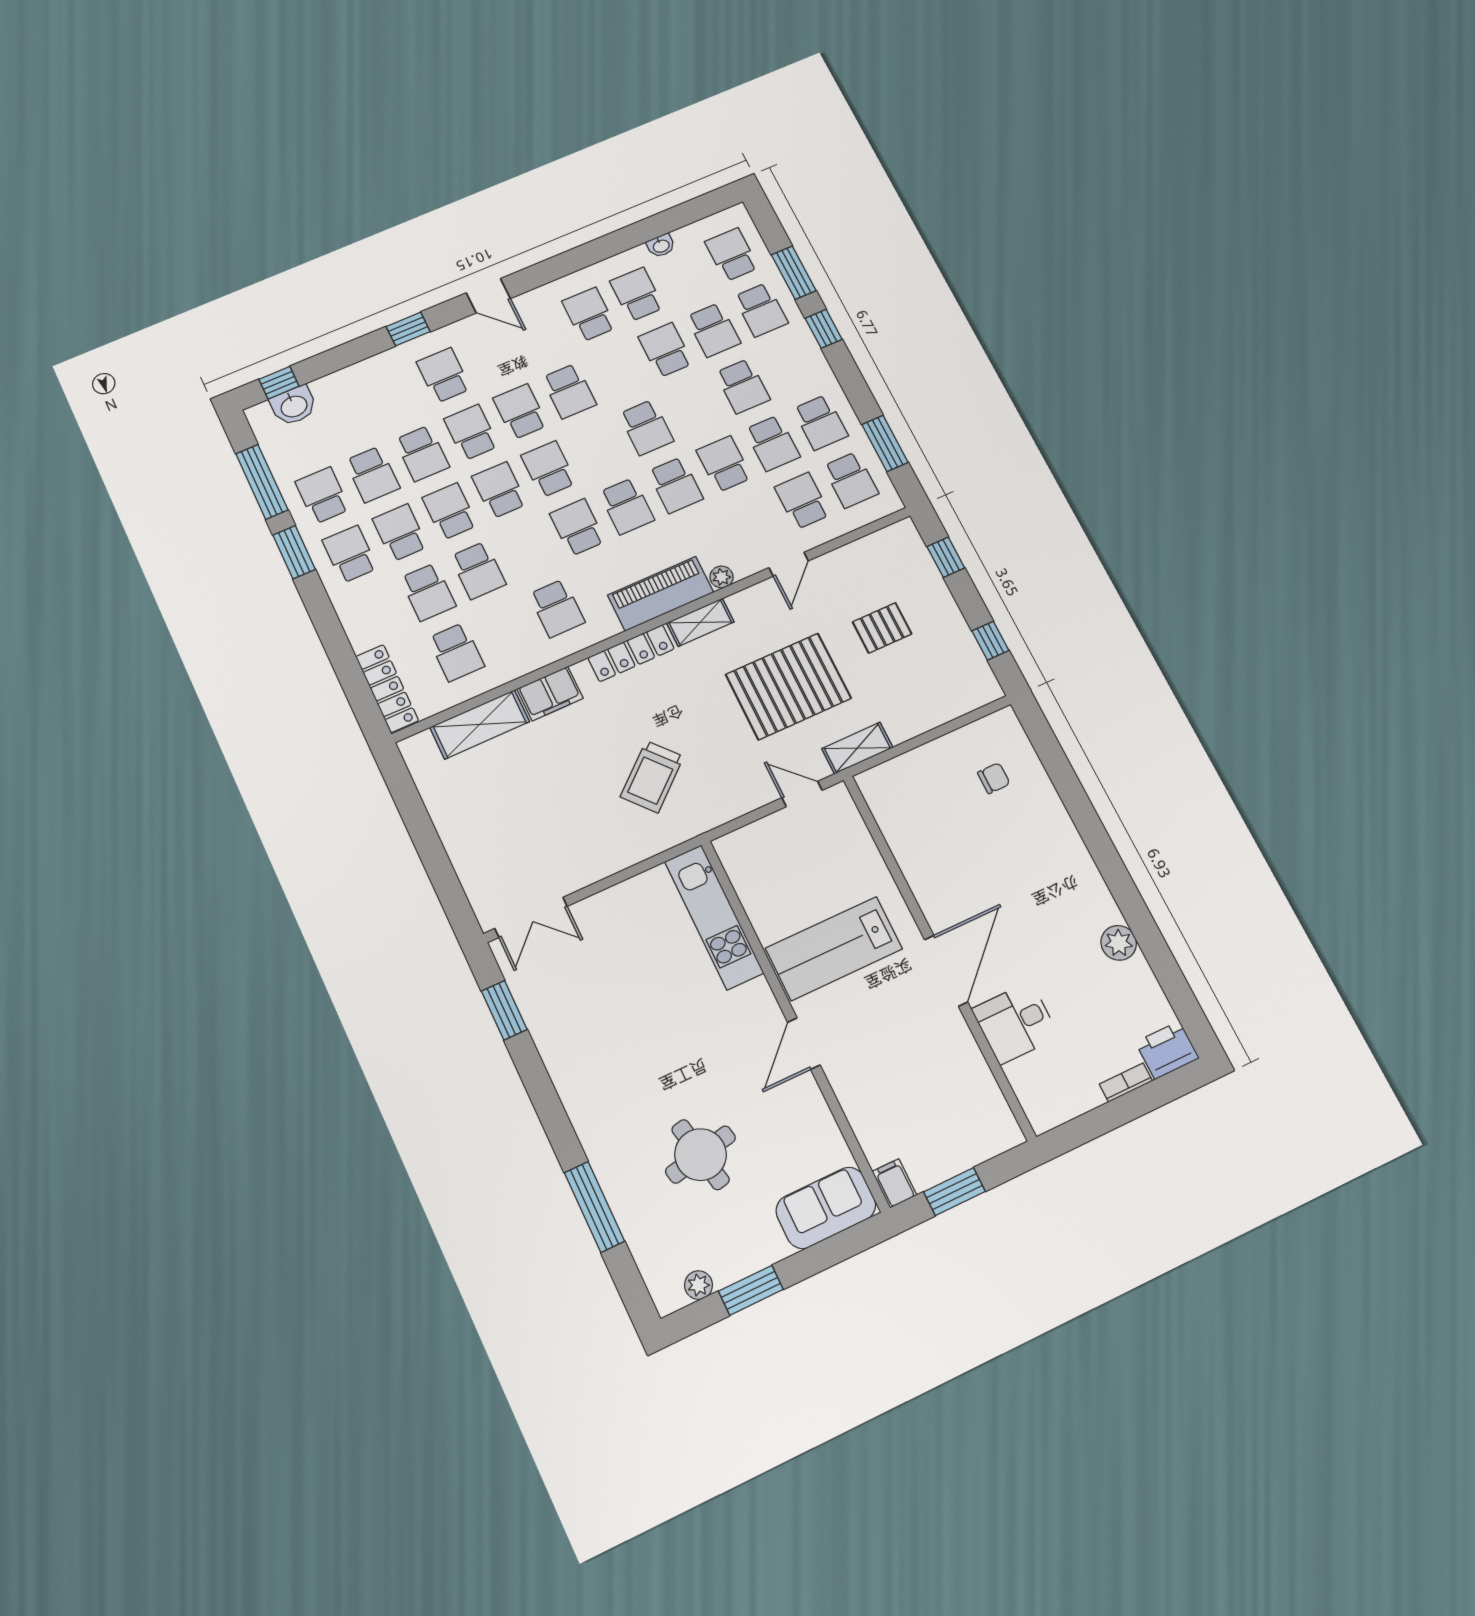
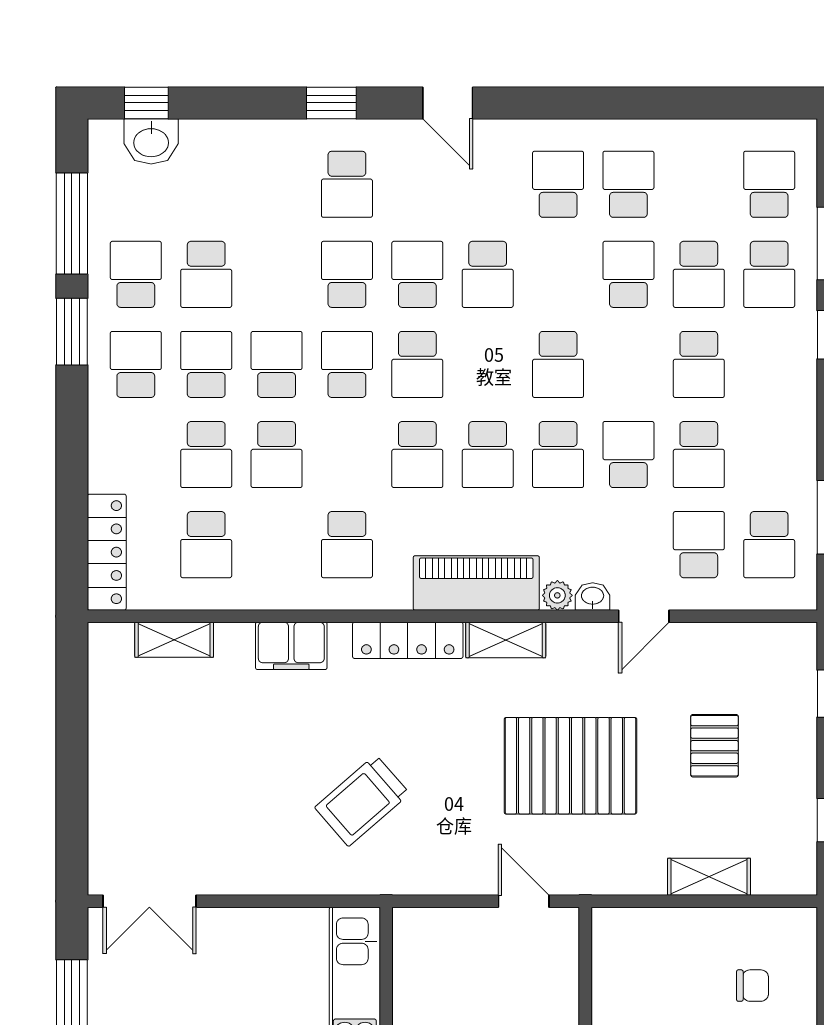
washbasin: (661, 246) -> (593, 597), moved, turned 180
school desk: (444, 375) -> (347, 184), turned 180
school desk: (820, 422) -> (769, 455), removed
school desk: (422, 453) -> (277, 274), removed
school desk: (549, 469) -> (417, 364), turned 180
school desk: (577, 527) -> (417, 455), turned 180
pallet: (882, 628) -> (714, 746), turned 90
shelving: (480, 724) -> (174, 640), width x0.67, depth x0.75
shelving: (857, 748) -> (709, 877), moved

